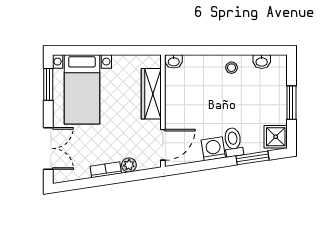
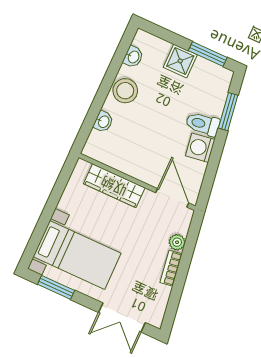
washbasin: (174, 61) -> (103, 122), moved
stool: (232, 68) -> (125, 91), width x1.89, depth x1.89
window: (291, 103) -> (208, 54), moved
shower: (276, 137) -> (180, 61), moved
double door: (48, 148) -> (122, 318), swing flipped

